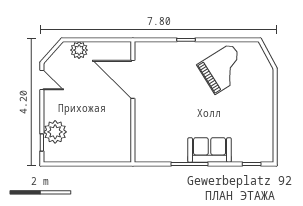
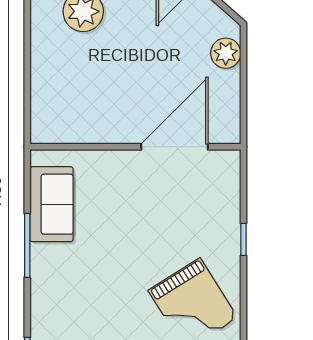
sofa: (210, 150) -> (52, 204), moved

